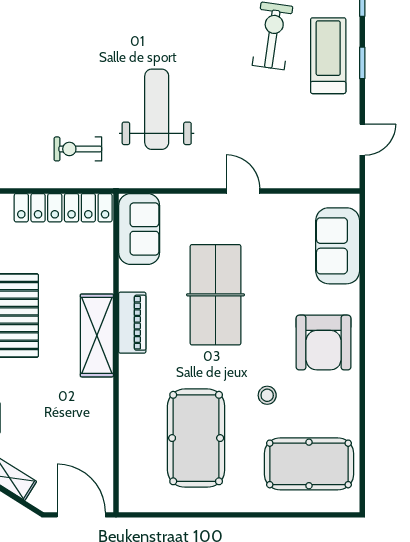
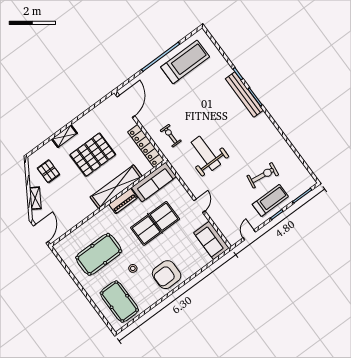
weight bench: (157, 109) -> (206, 153), turned -90
door: (362, 140) -> (249, 235), swing flipped
sofa: (139, 229) -> (154, 182), width x1.36
sofa: (338, 246) -> (211, 240), moved, turned -90
shelving: (97, 335) -> (116, 187), width x1.47

